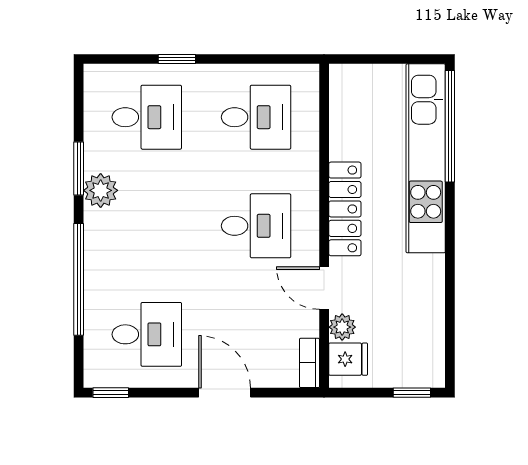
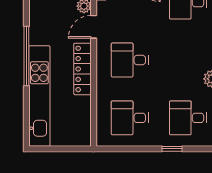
window: (450, 126) -> (26, 56), moved
door: (324, 288) -> (94, 27), swing flipped

